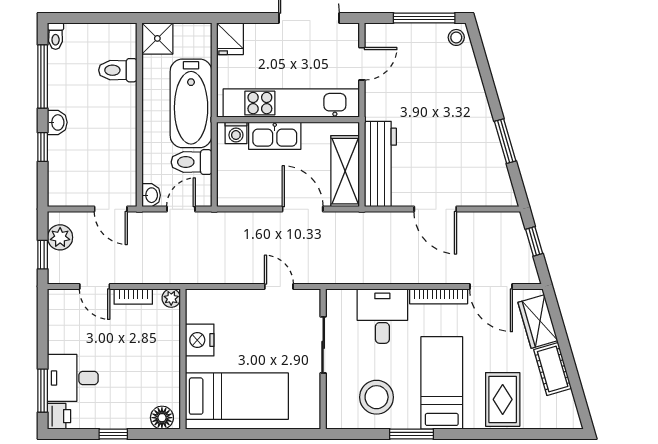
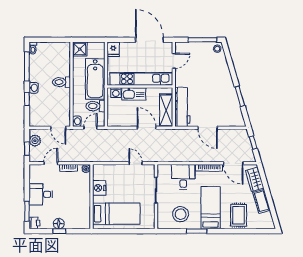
toilet: (118, 70) -> (61, 82), moved
door: (95, 286) -> (51, 163), swing flipped
desk: (73, 378) -> (41, 194), moved
floor lamp: (162, 418) -> (59, 224), moved

